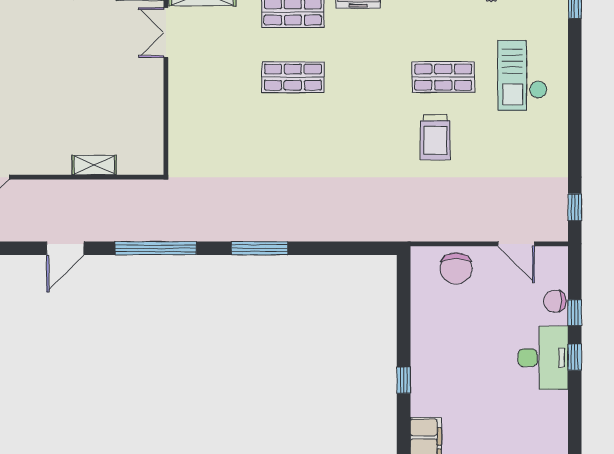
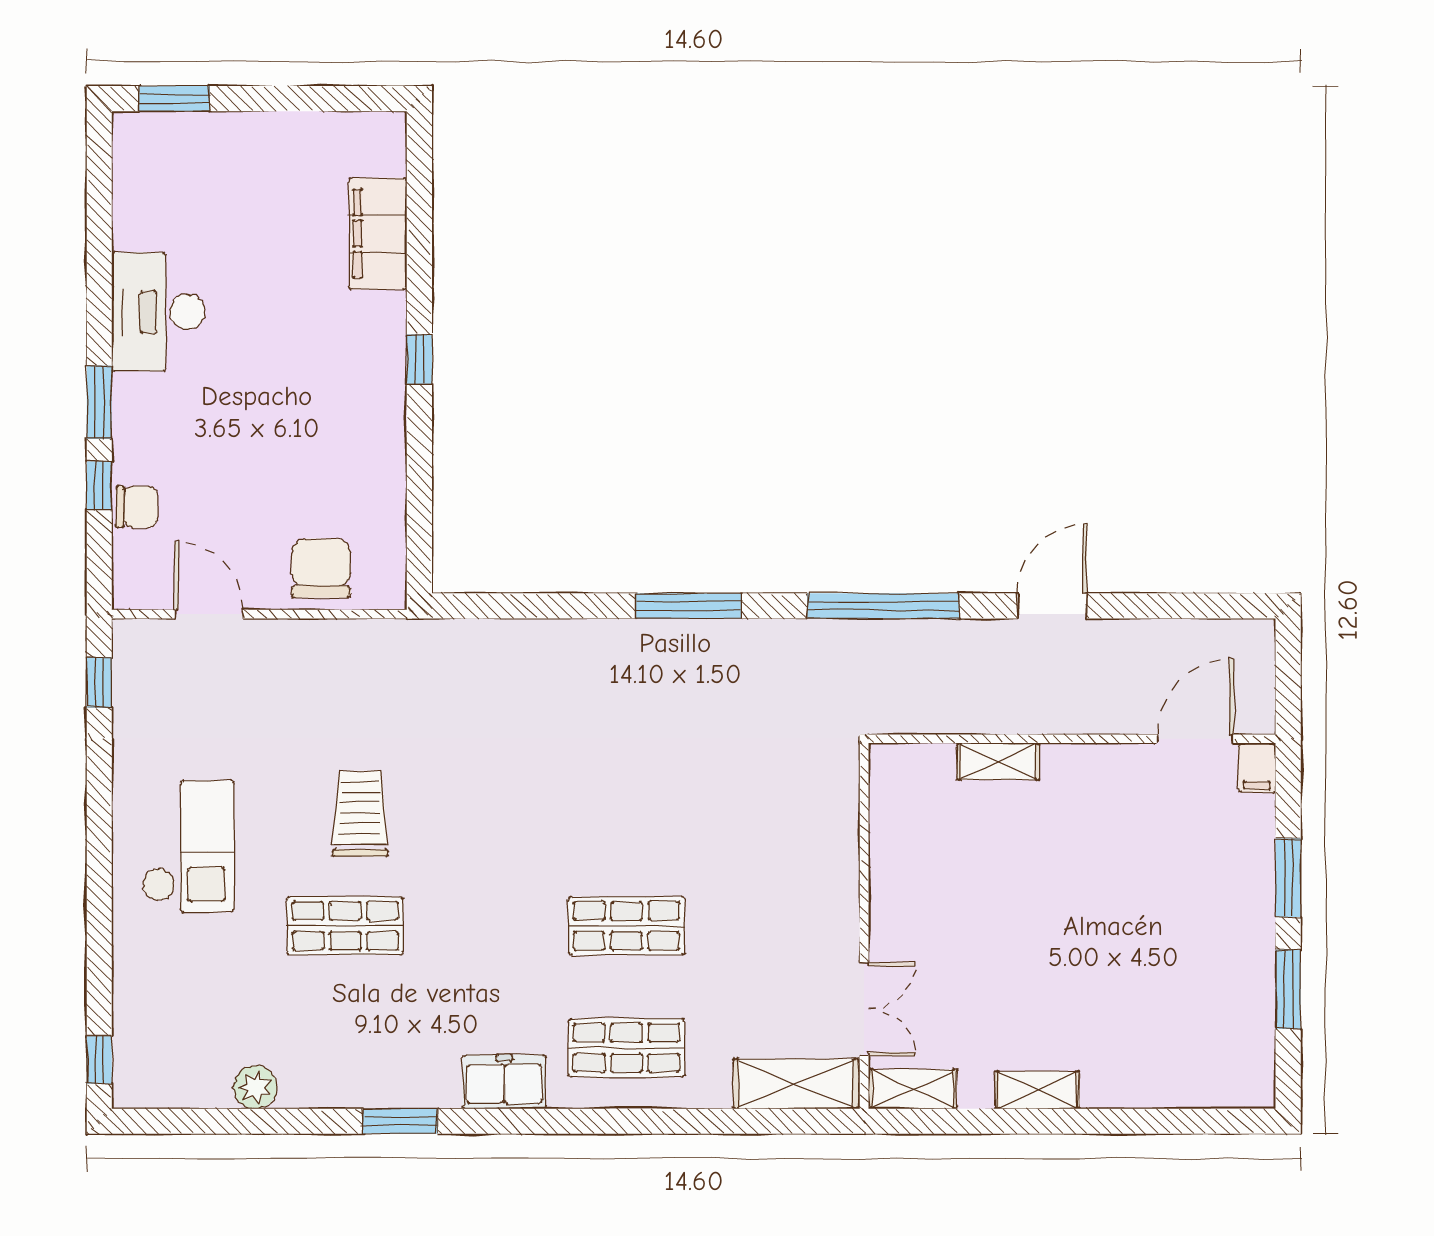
checkout: (523, 75) -> (188, 846), moved
window: (575, 357) -> (99, 402), width x1.50
desk: (543, 358) -> (158, 312), moved

